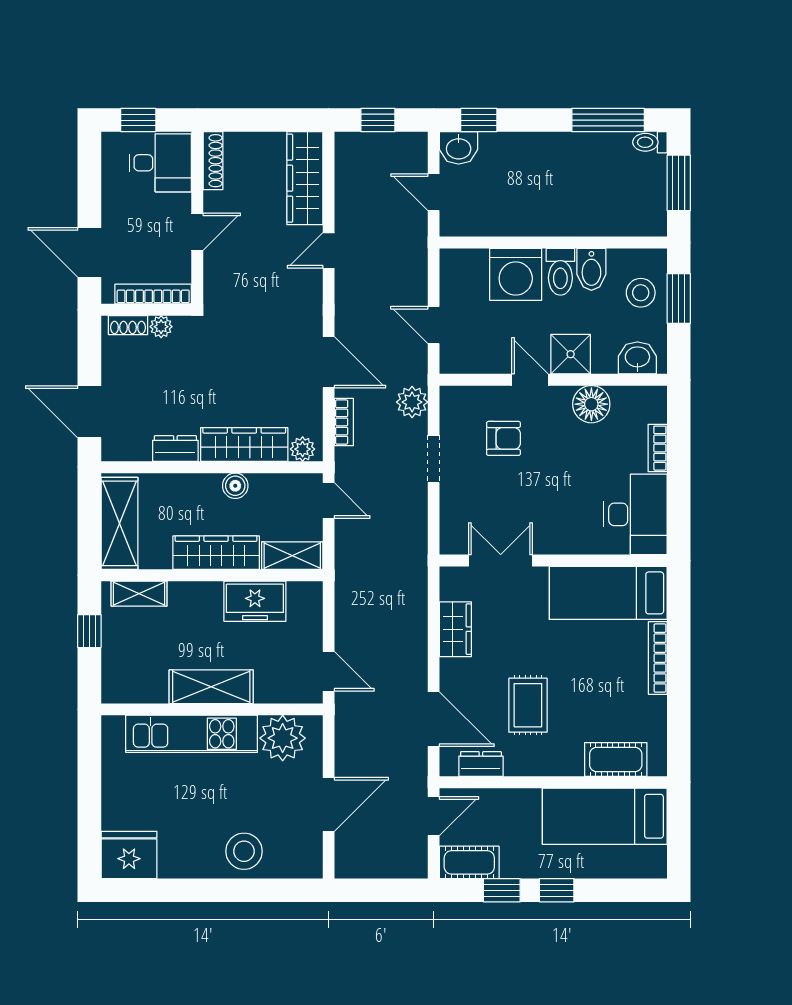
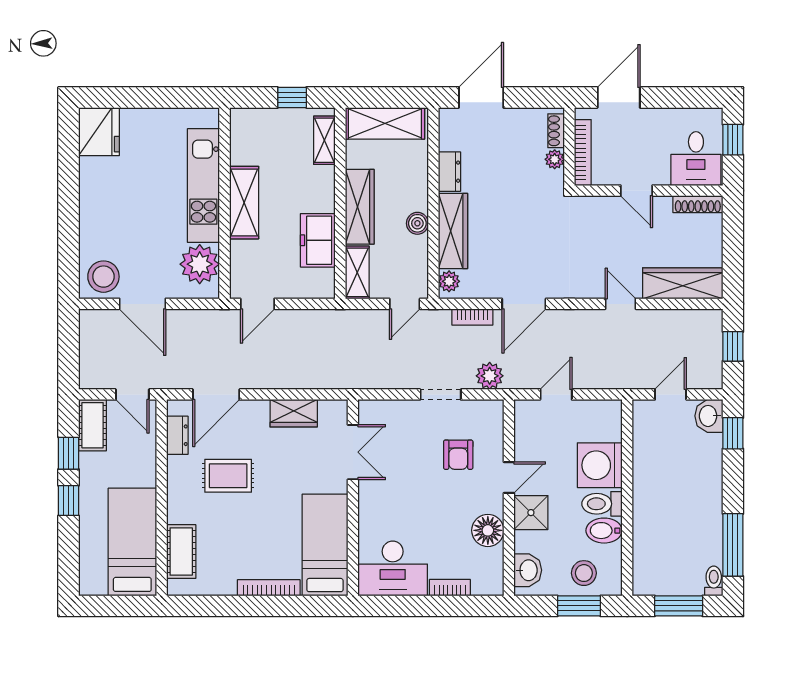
stool: (244, 851) -> (103, 277), moved

